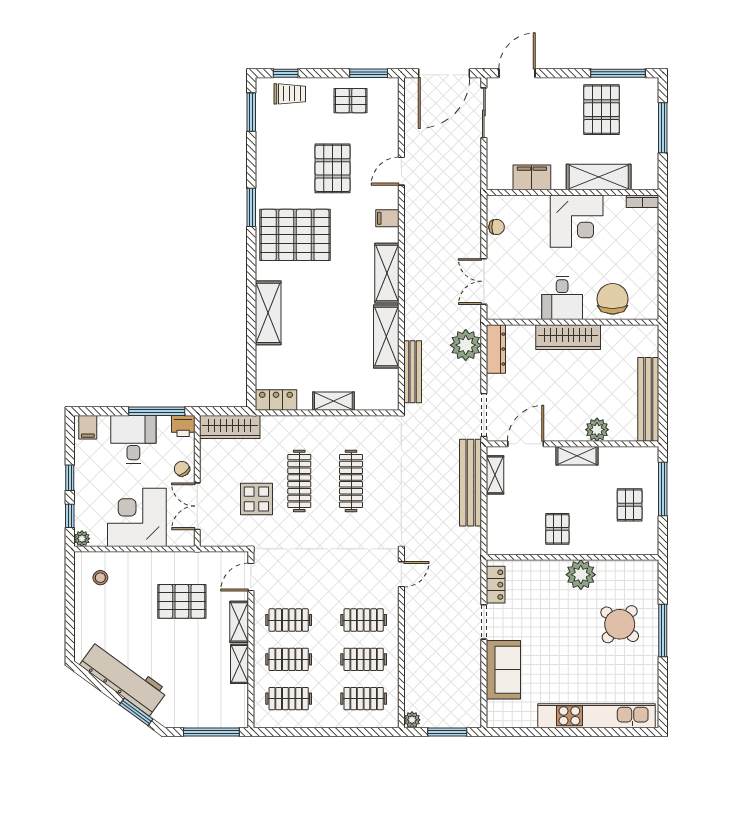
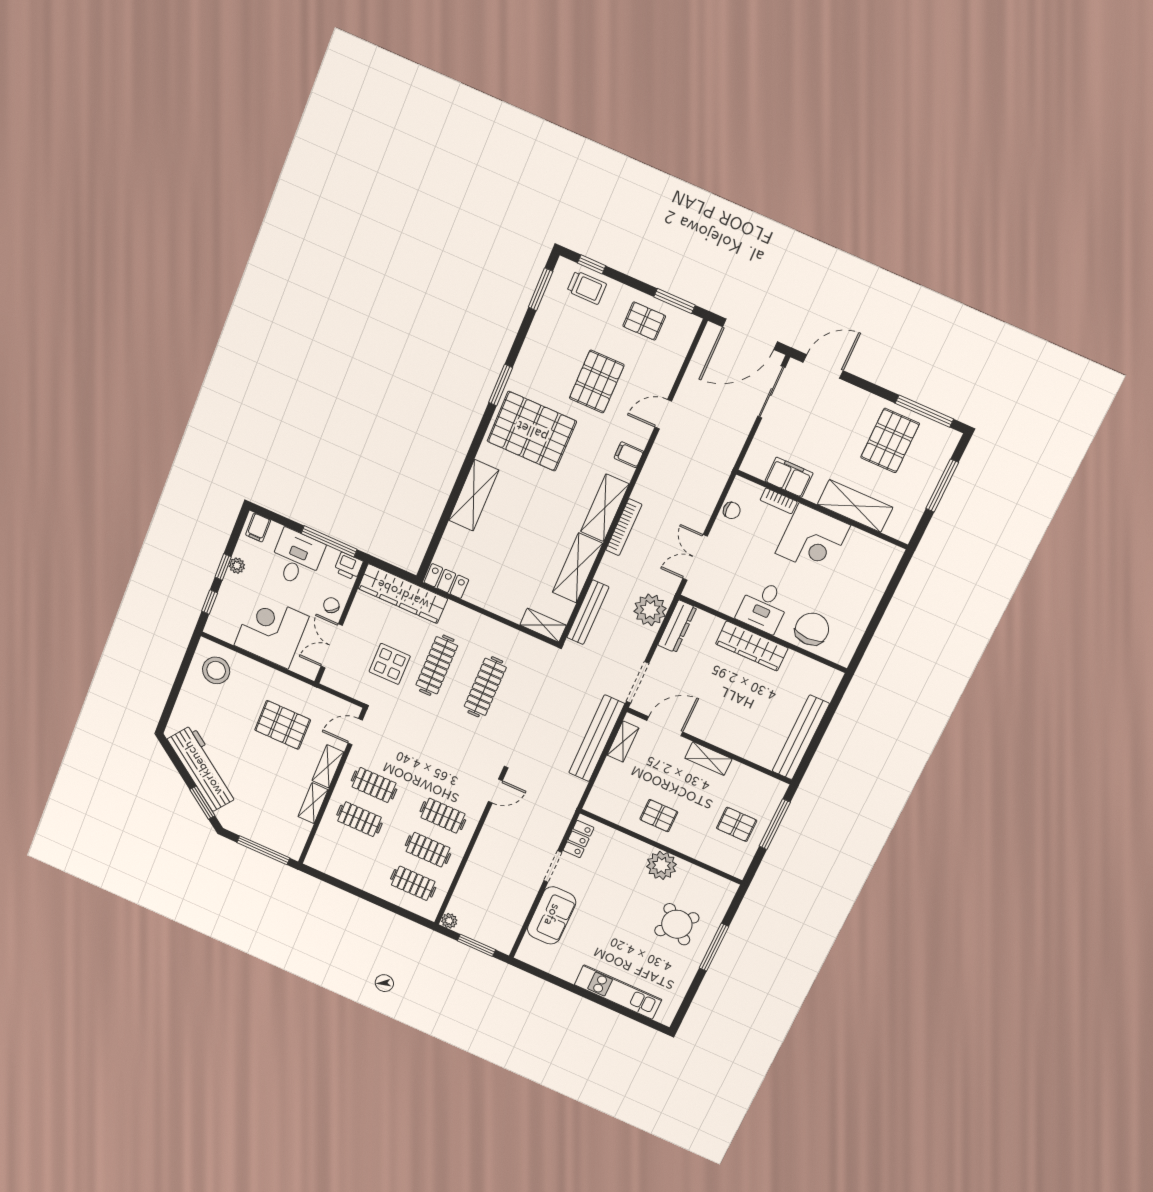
bookcase: (643, 201) -> (779, 501), moved
bookcase: (411, 283) -> (624, 527), added
shelving: (333, 401) -> (543, 625), moved
wardrobe: (230, 427) -> (403, 594), width x1.40, depth x1.17
plant: (597, 430) -> (739, 743), removed
pallet: (630, 505) -> (737, 824), turned 90
pallet: (557, 529) -> (659, 816), turned 90
plant: (82, 539) -> (237, 566), moved
stool: (100, 578) -> (216, 670), width x1.89, depth x1.89
clothes rail: (289, 699) -> (345, 853), removed
kitchen unit: (596, 716) -> (618, 992), width x0.73

